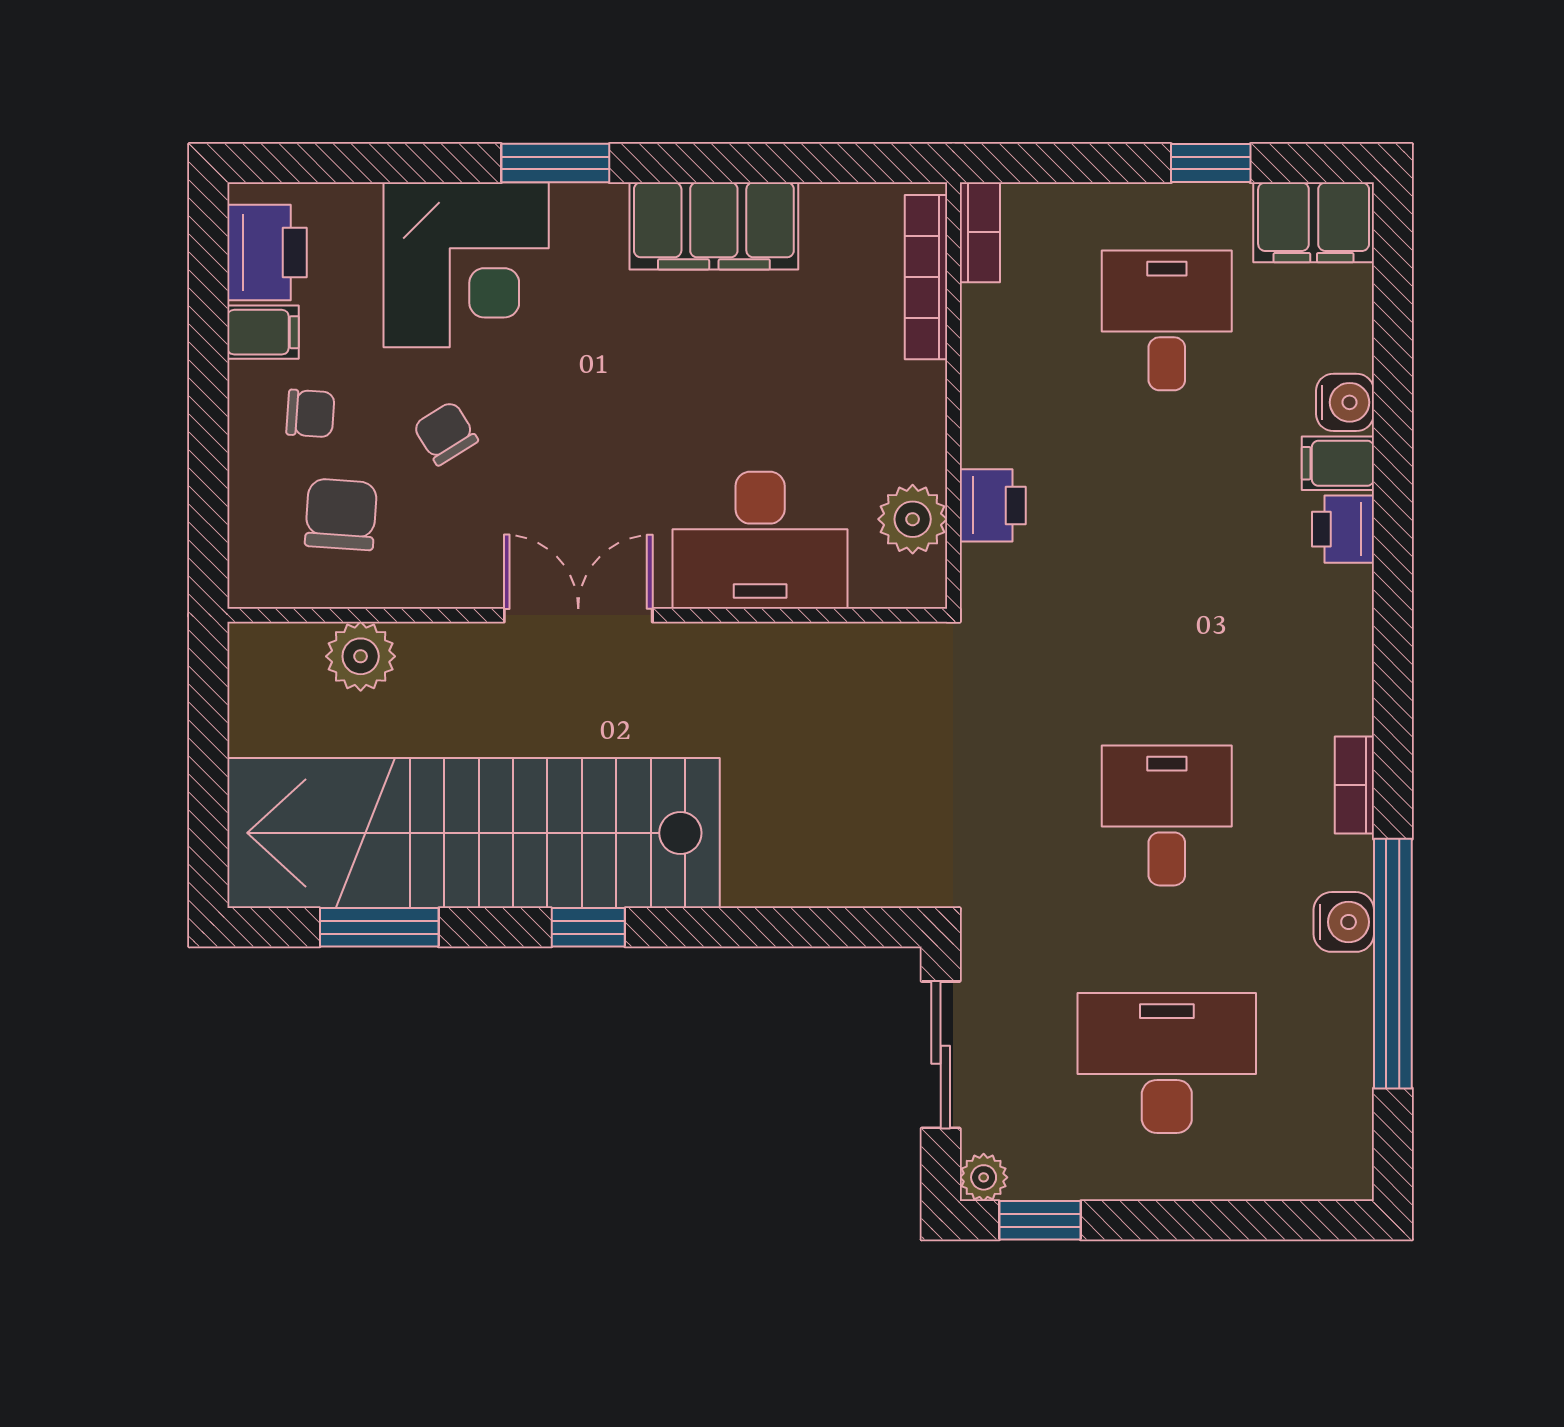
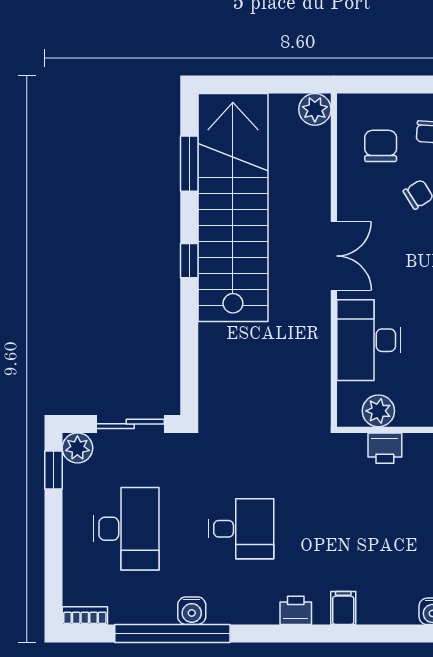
filing cabinet: (1338, 463) -> (343, 608), moved
chair: (341, 514) -> (381, 146), turned -94
printer: (1343, 529) -> (296, 610), moved
plant: (361, 656) -> (315, 109), moved
bookcase: (1354, 785) -> (85, 616), moved
plant: (984, 1177) -> (77, 448), width x1.38, depth x1.38

